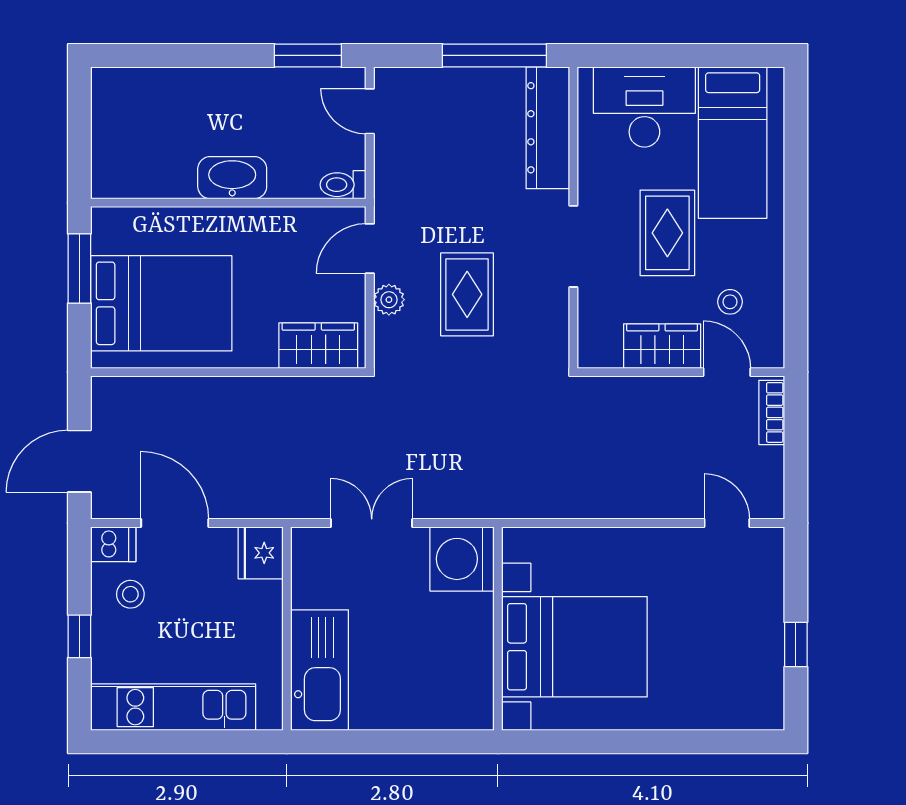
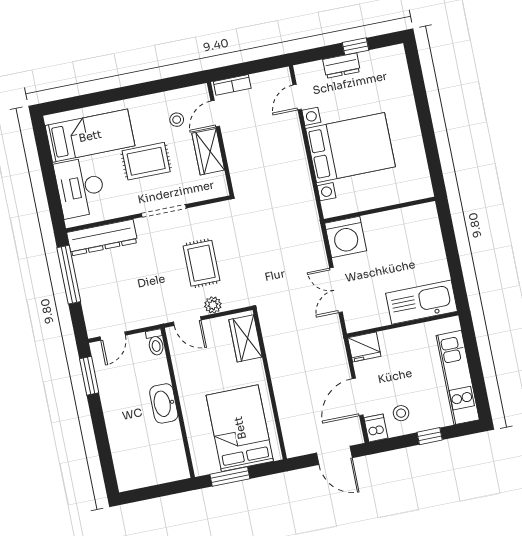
rug: (467, 294) -> (201, 263), turned 90
dresser: (767, 613) -> (342, 66), added
bed with nightstands: (574, 647) -> (351, 148), moved, turned 90

